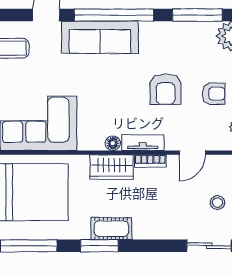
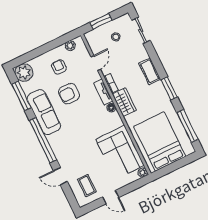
sofa: (100, 37) -> (44, 112), moved
armchair: (166, 89) -> (69, 94), turned 180
door: (192, 153) -> (96, 63), hinge flipped
cot: (111, 229) -> (150, 71), moved

